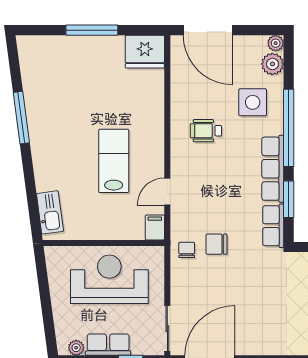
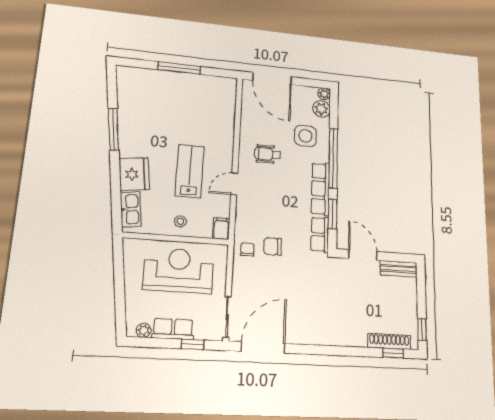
fridge: (145, 52) -> (134, 174), moved, turned -98
door: (167, 192) -> (234, 184), moved
stool: (107, 222) -> (180, 221), added

